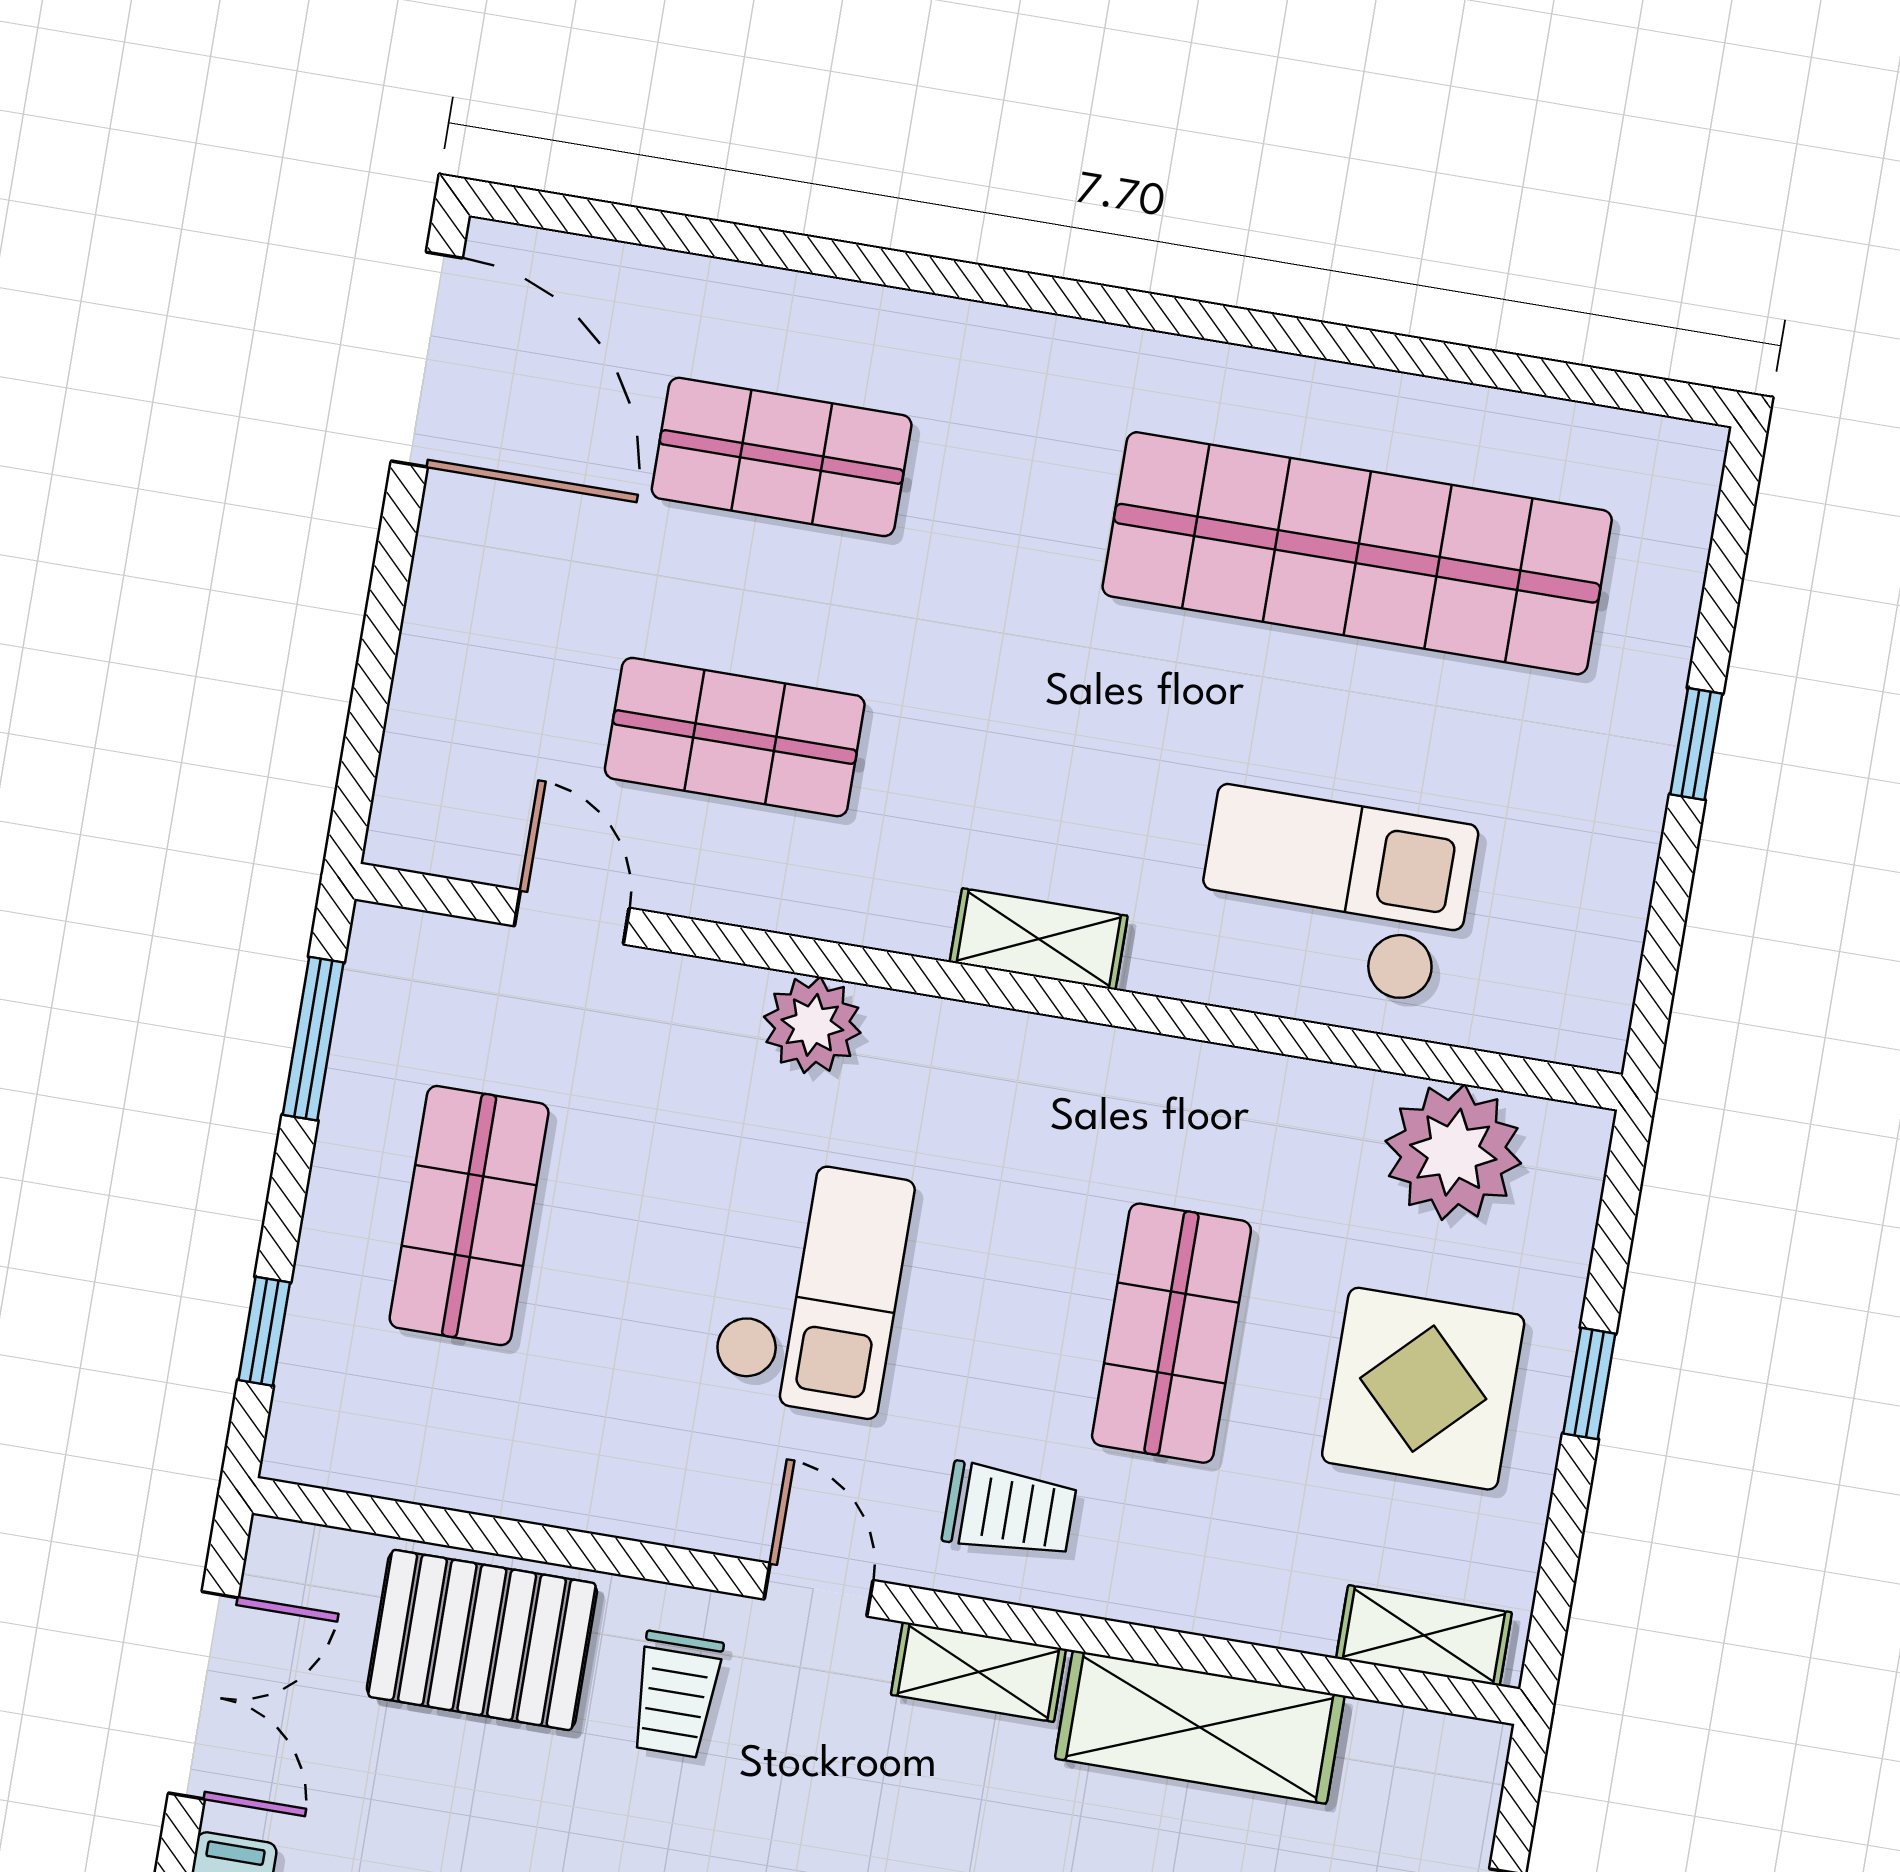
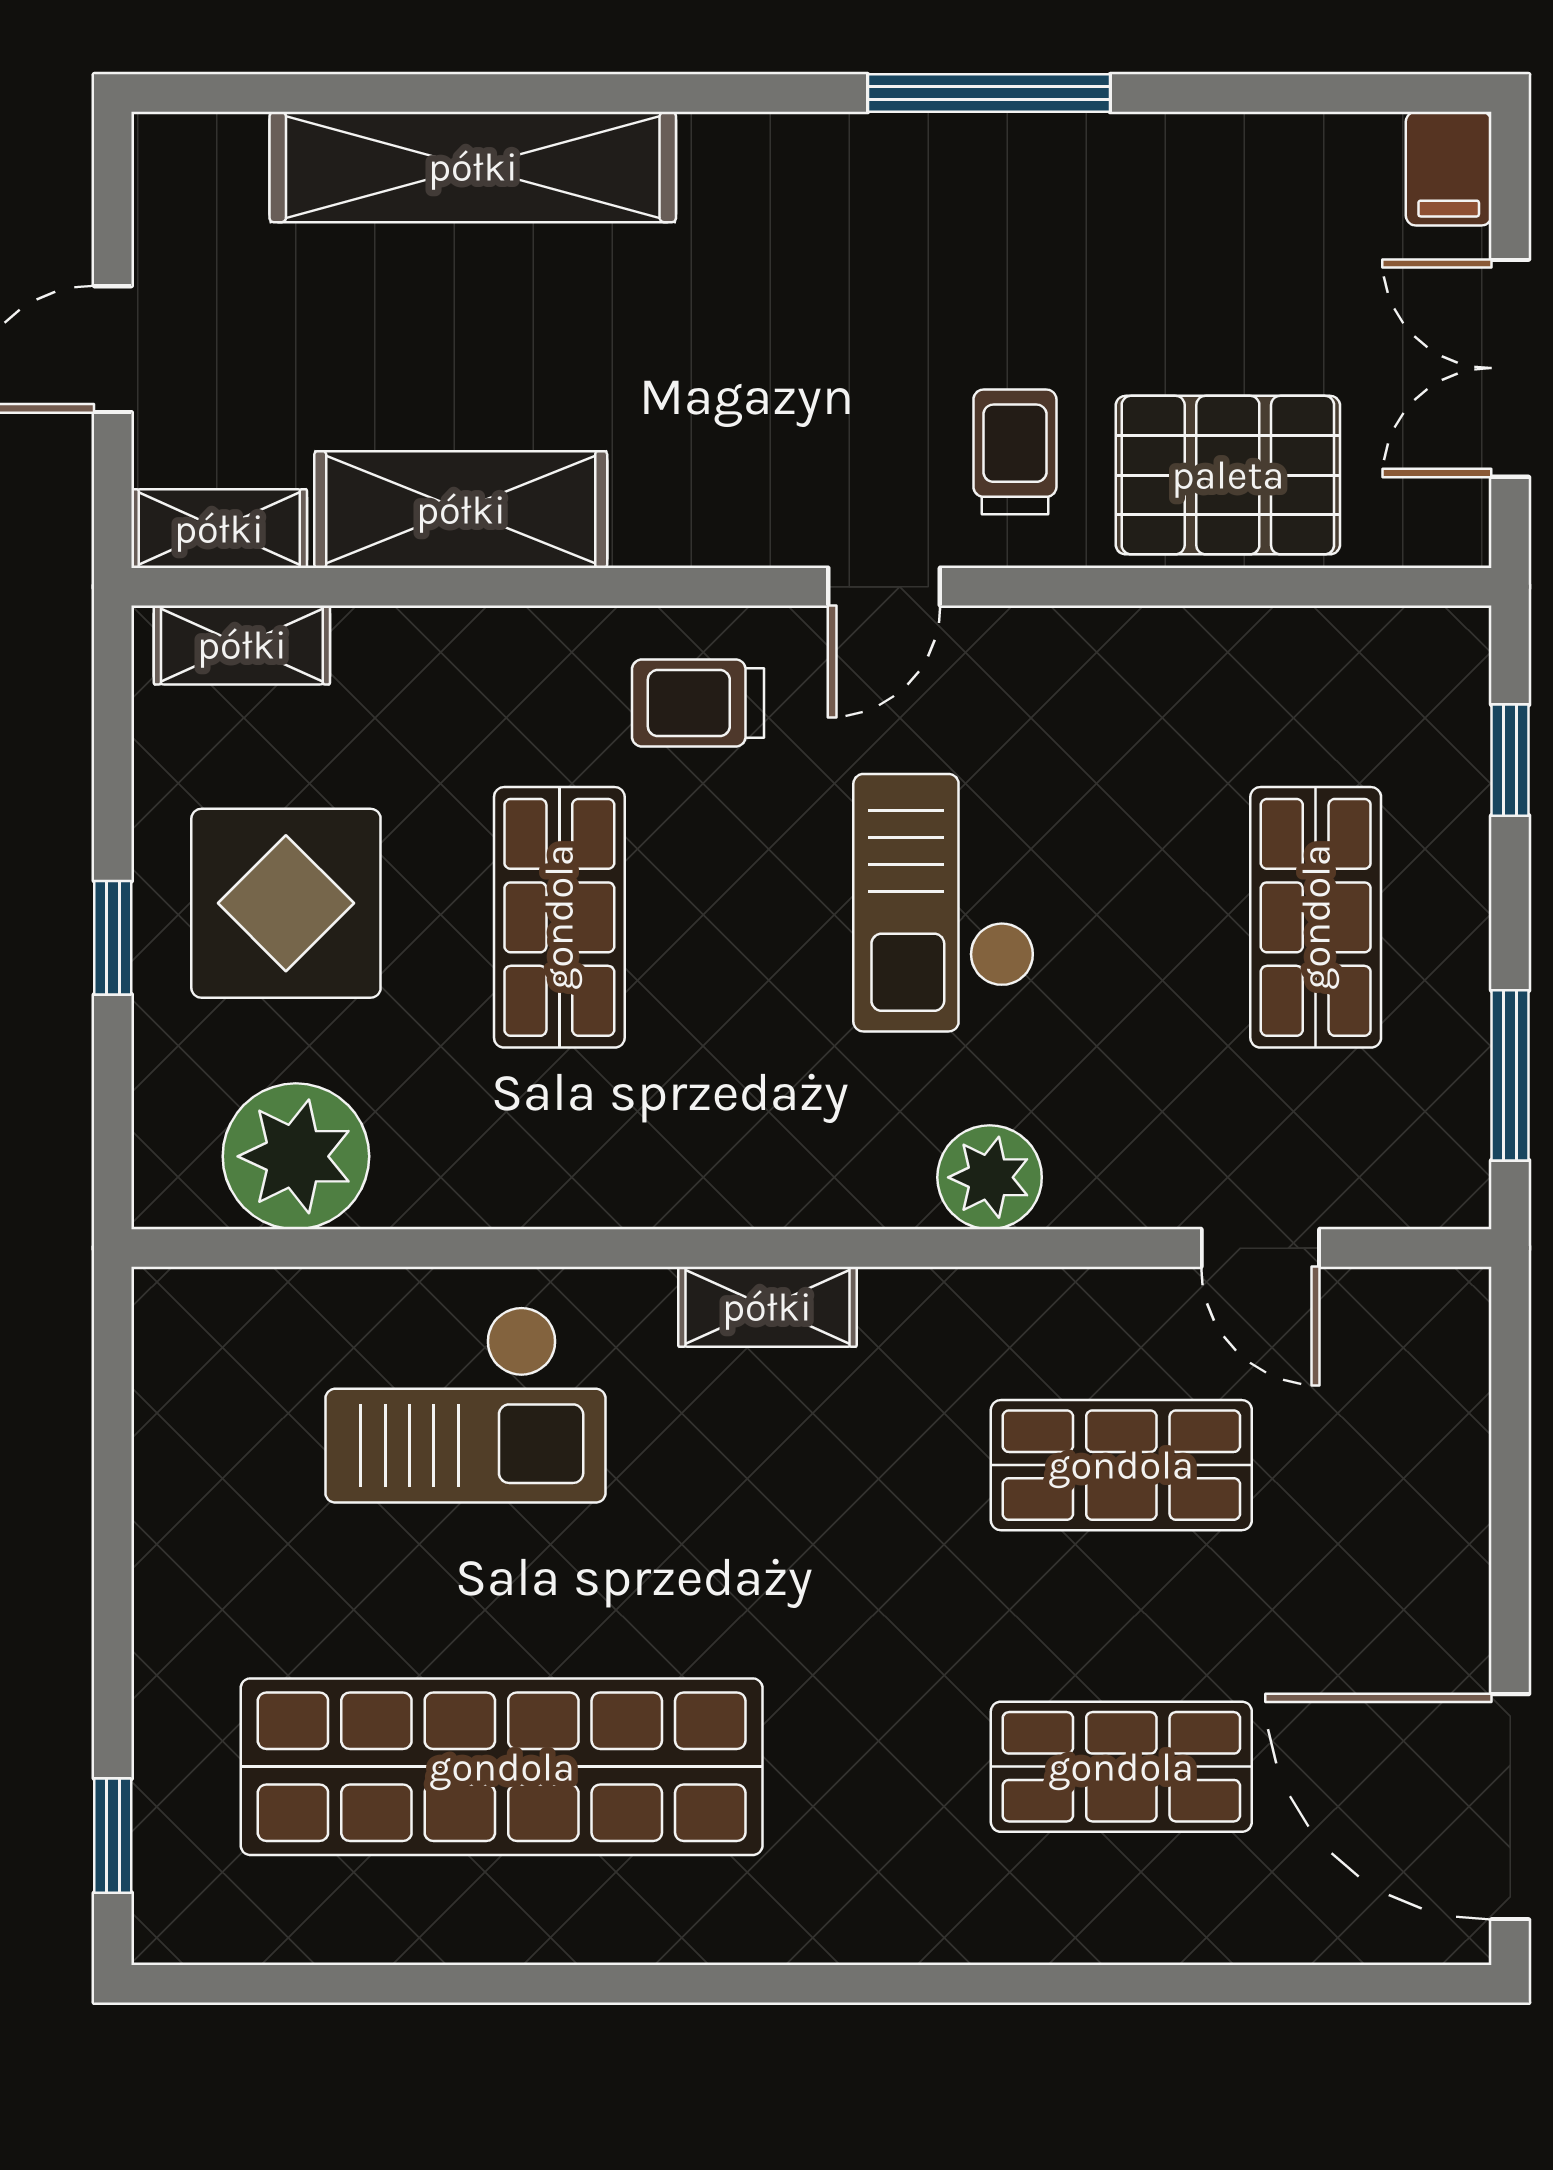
window: (1696, 744) -> (113, 1836), moved
door: (819, 1590) -> (884, 587), hinge flipped
shelving: (978, 1672) -> (219, 529), moved

